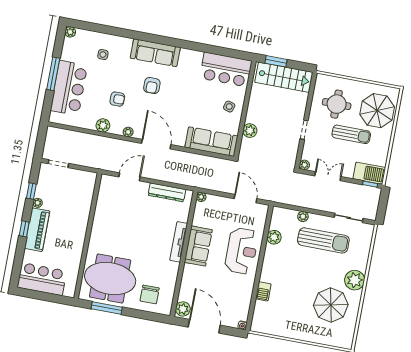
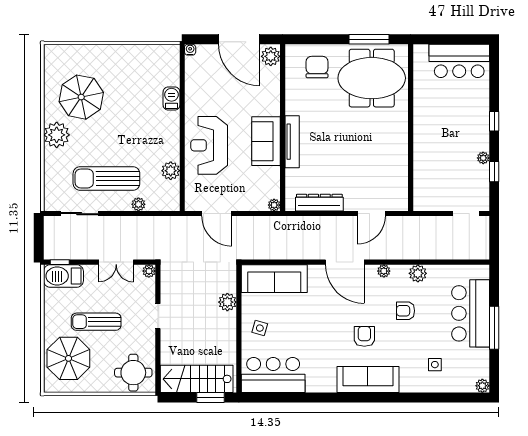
round table: (337, 104) -> (133, 373), moved
piano: (37, 230) -> (477, 123), removed

